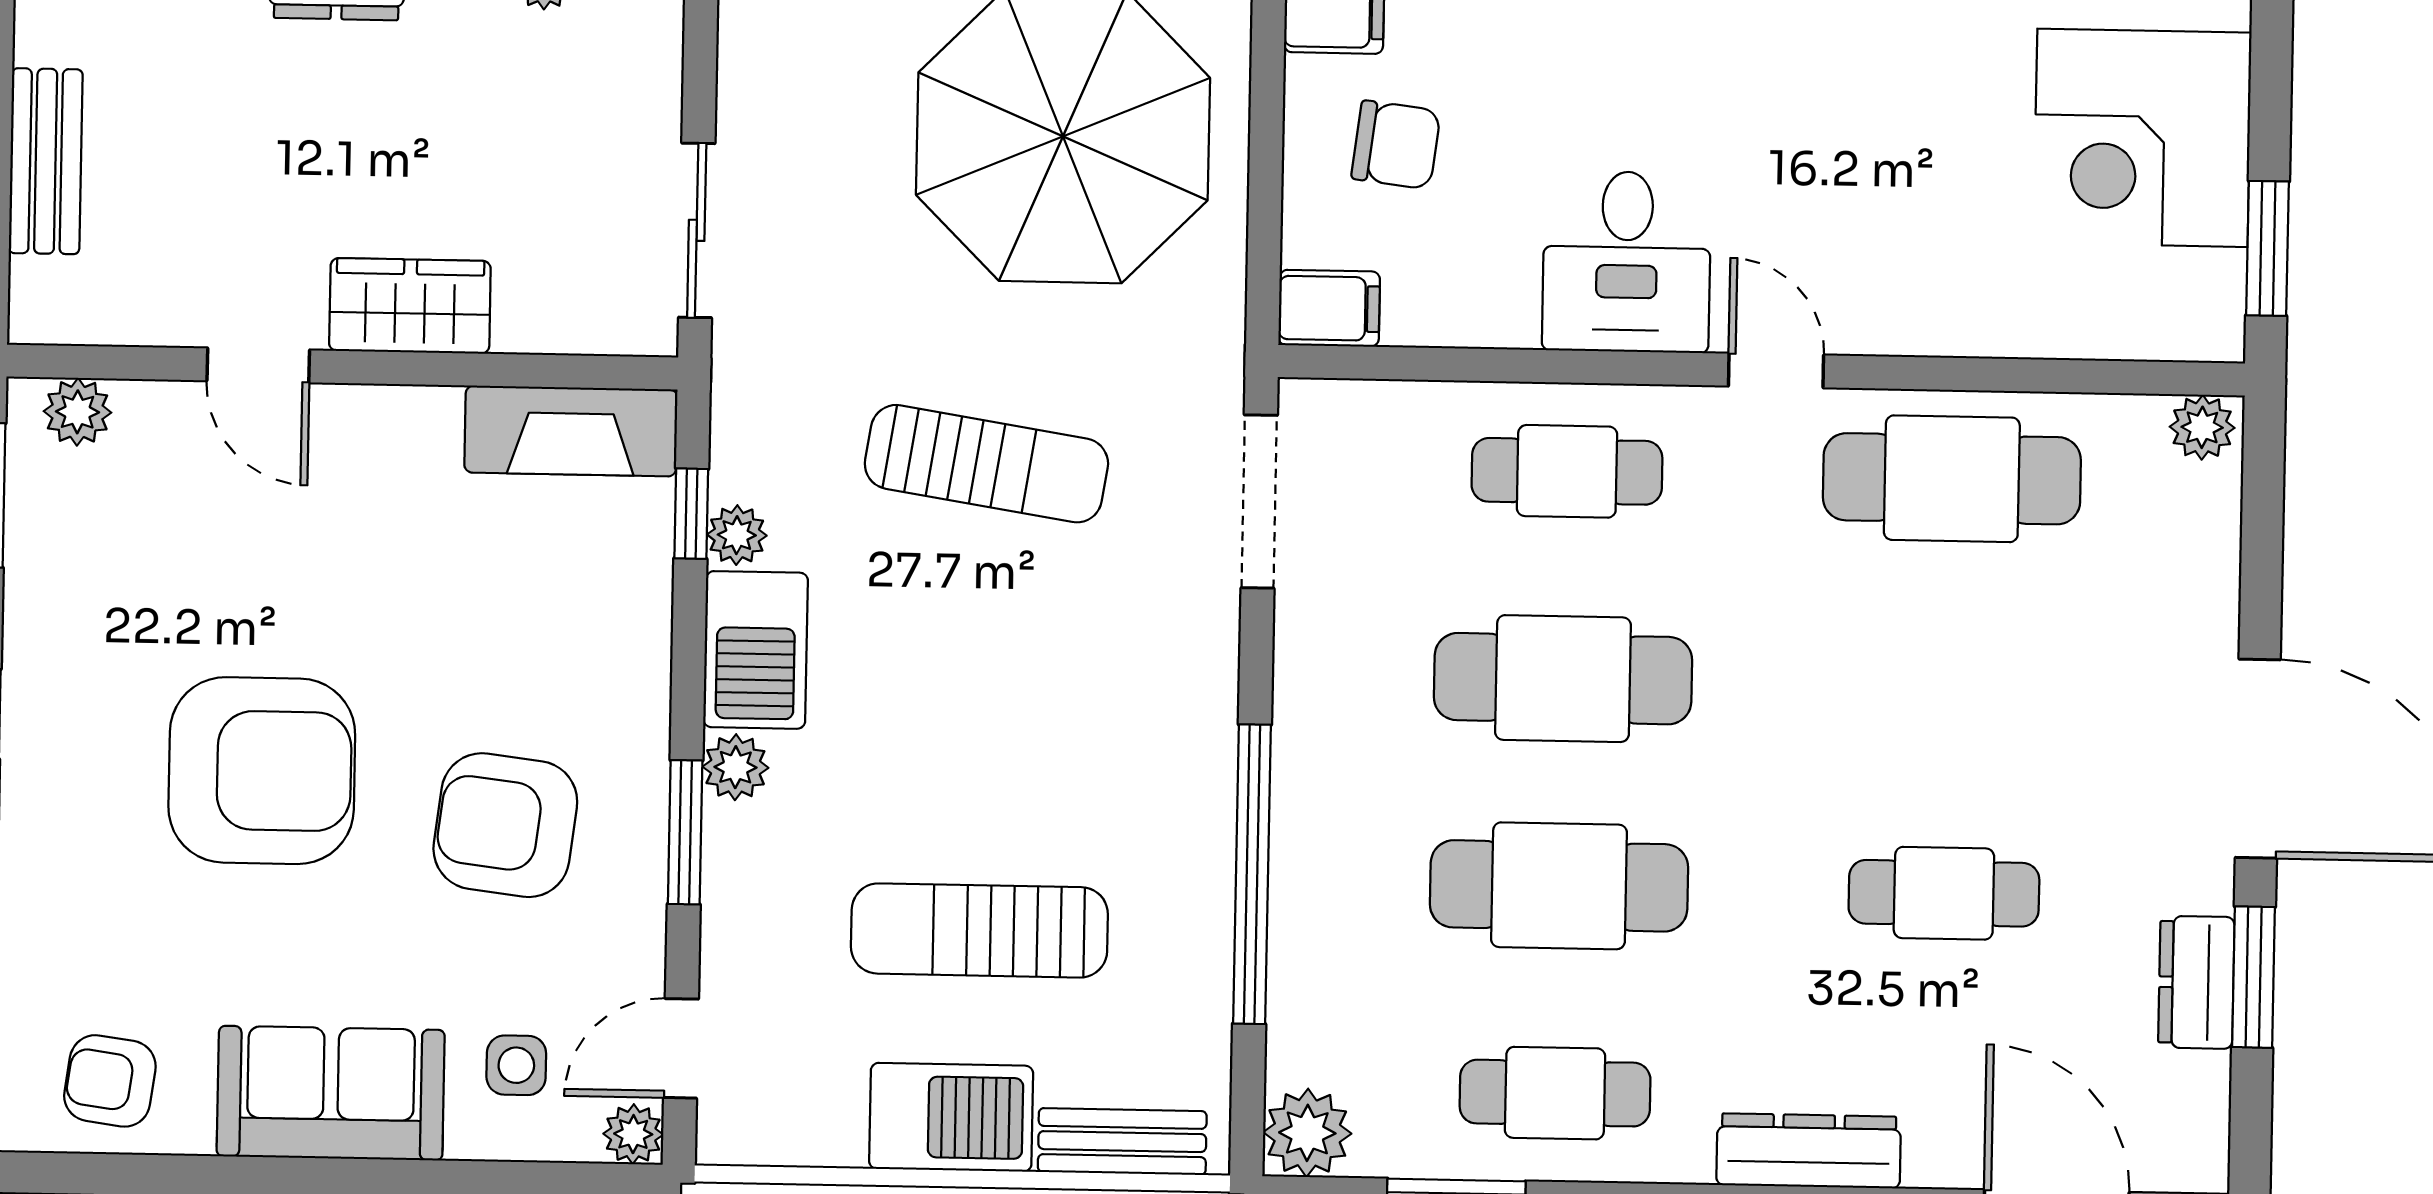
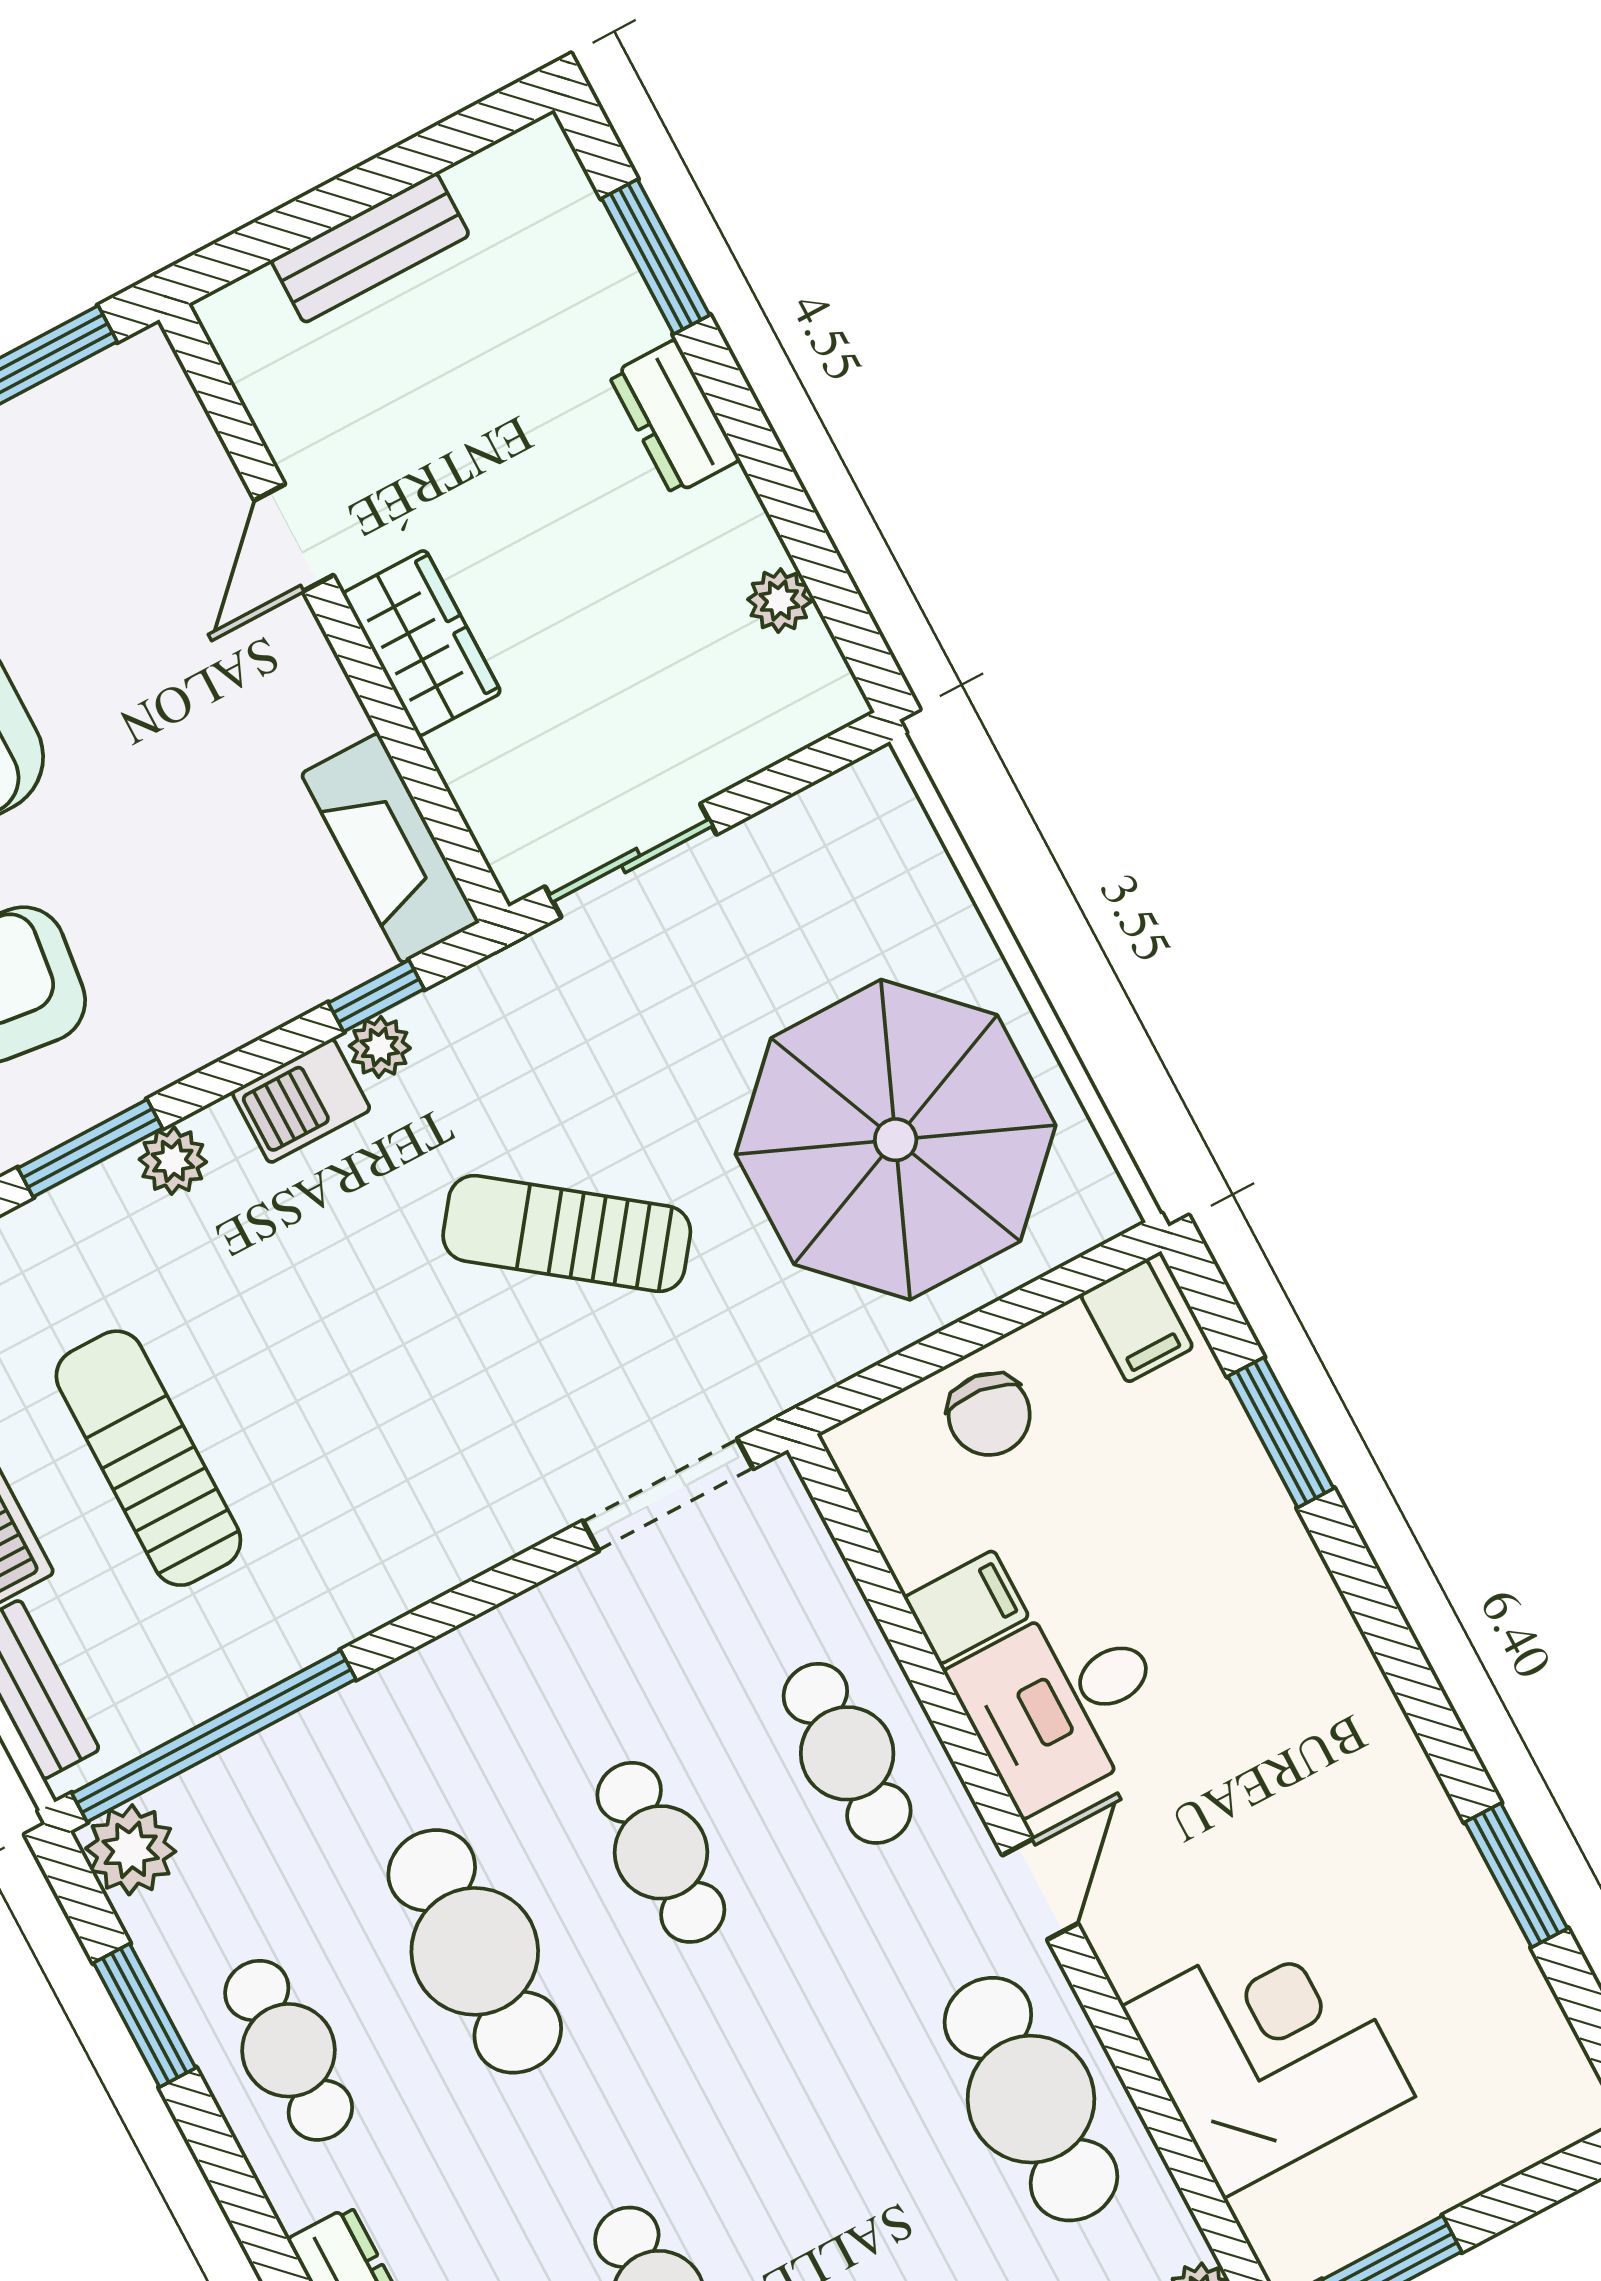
corner desk: (2142, 138) -> (1268, 2051), moved, turned 90
chair: (1396, 145) -> (989, 1414), moved
filing cabinet: (1329, 308) -> (966, 1607), moved, turned -90
plant: (77, 412) -> (163, 400), removed
sun lounger: (986, 464) -> (567, 1234), turned 118
barbecue: (756, 650) -> (301, 1101), width x0.73, depth x0.79
cafe table: (1563, 679) -> (661, 1852), width x0.73, depth x0.74
window: (1252, 874) -> (214, 1736), moved

